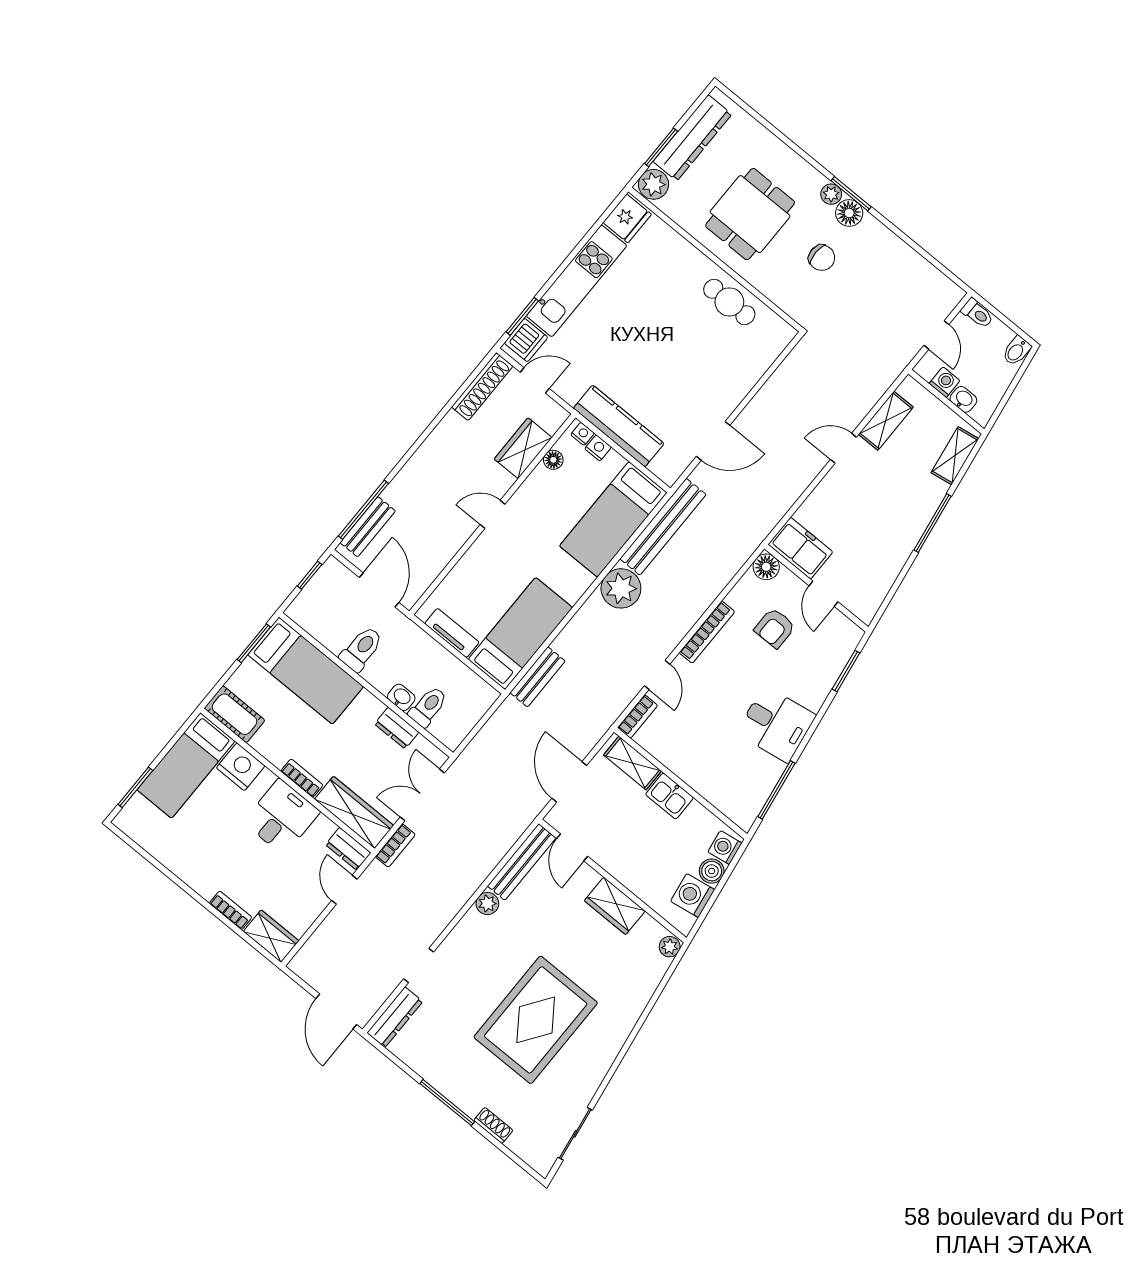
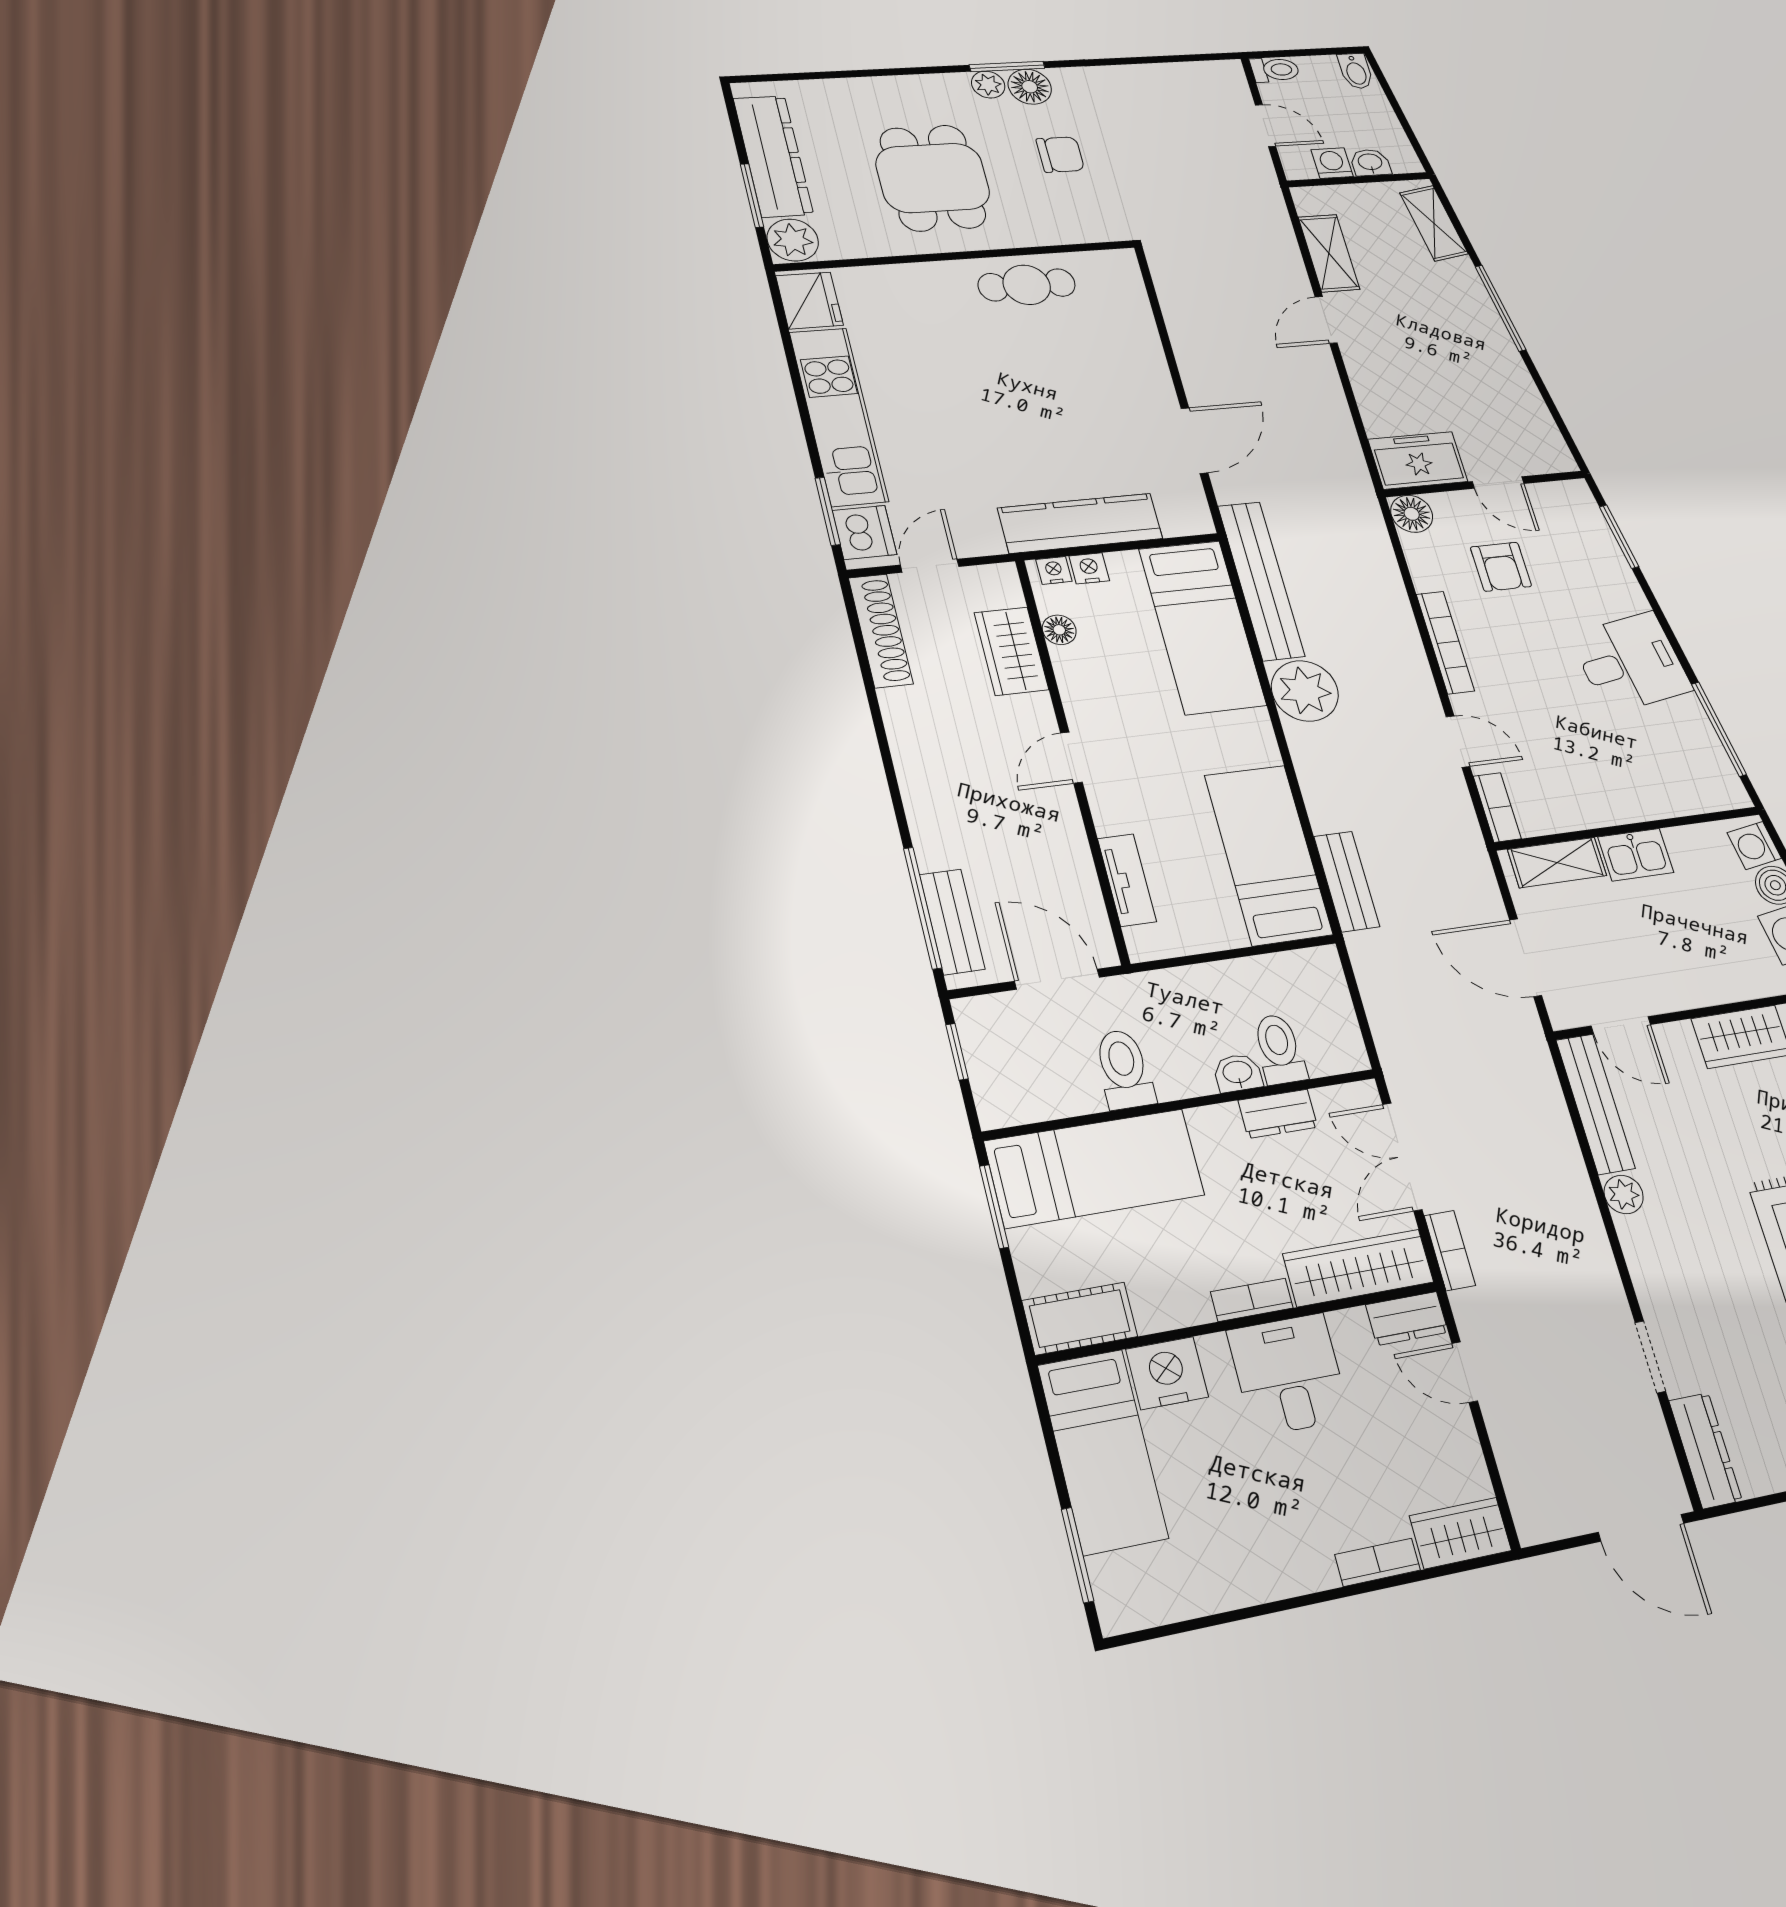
tv unit: (452, 633) -> (1127, 880), moved, turned 90

